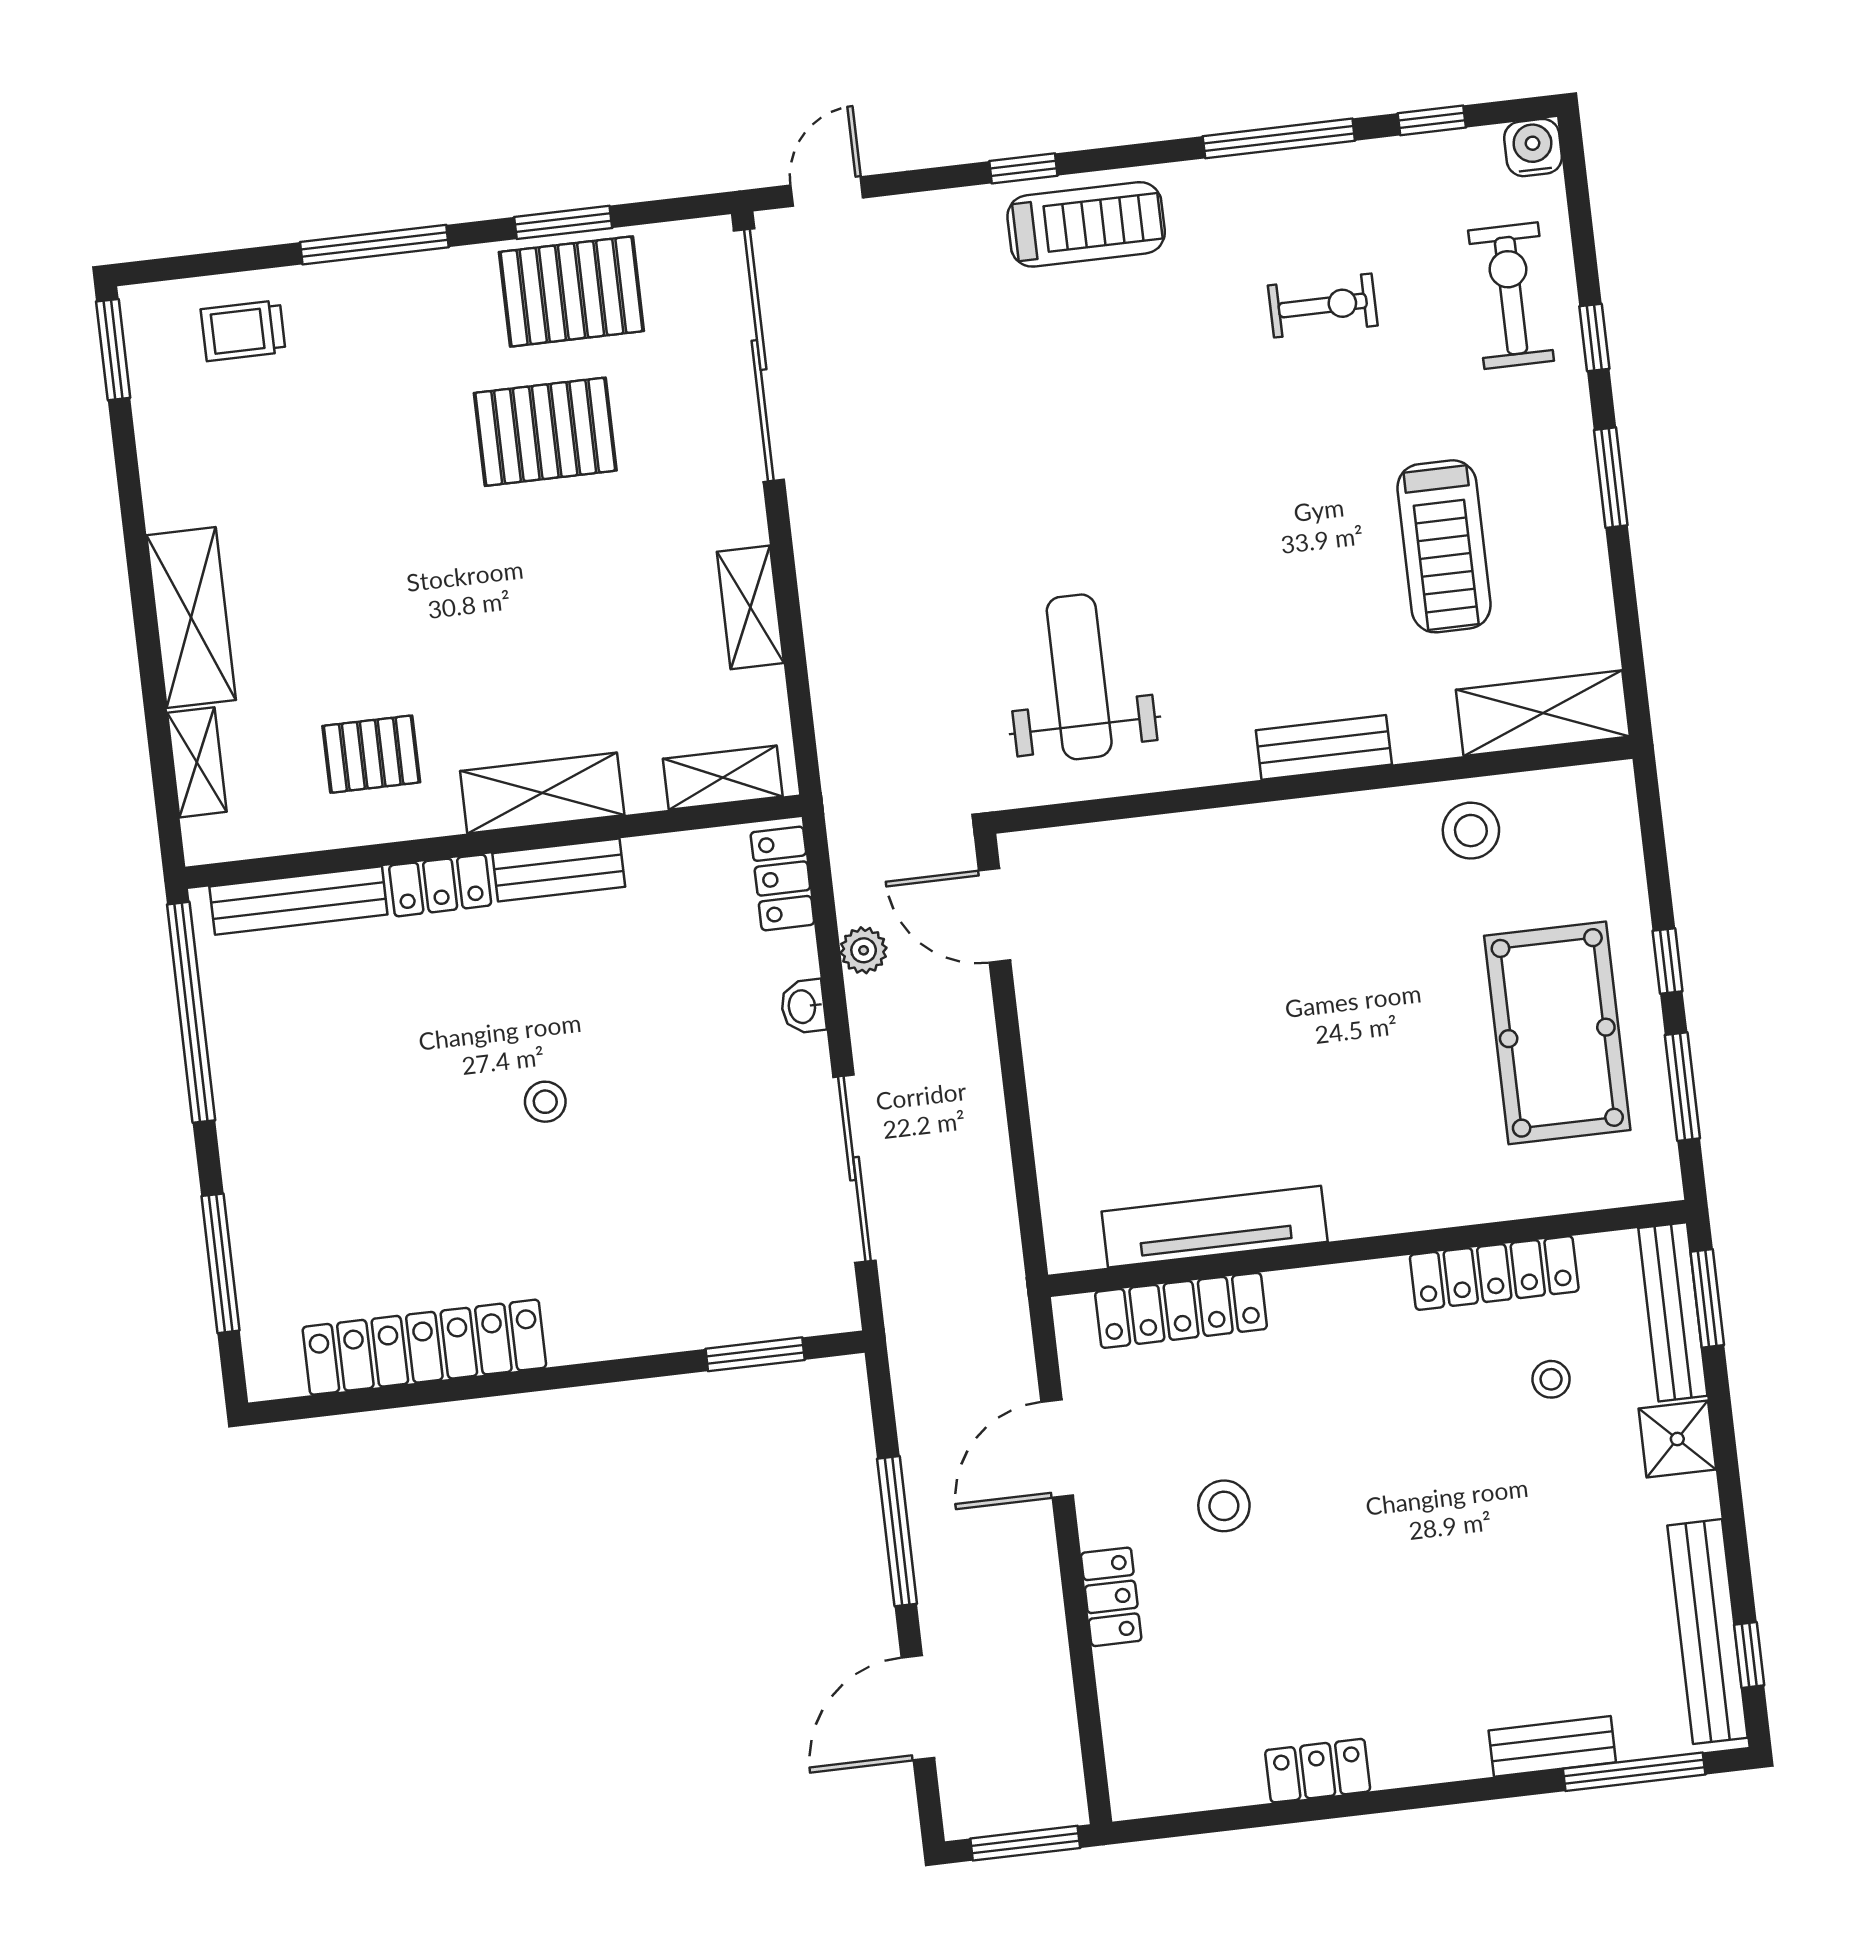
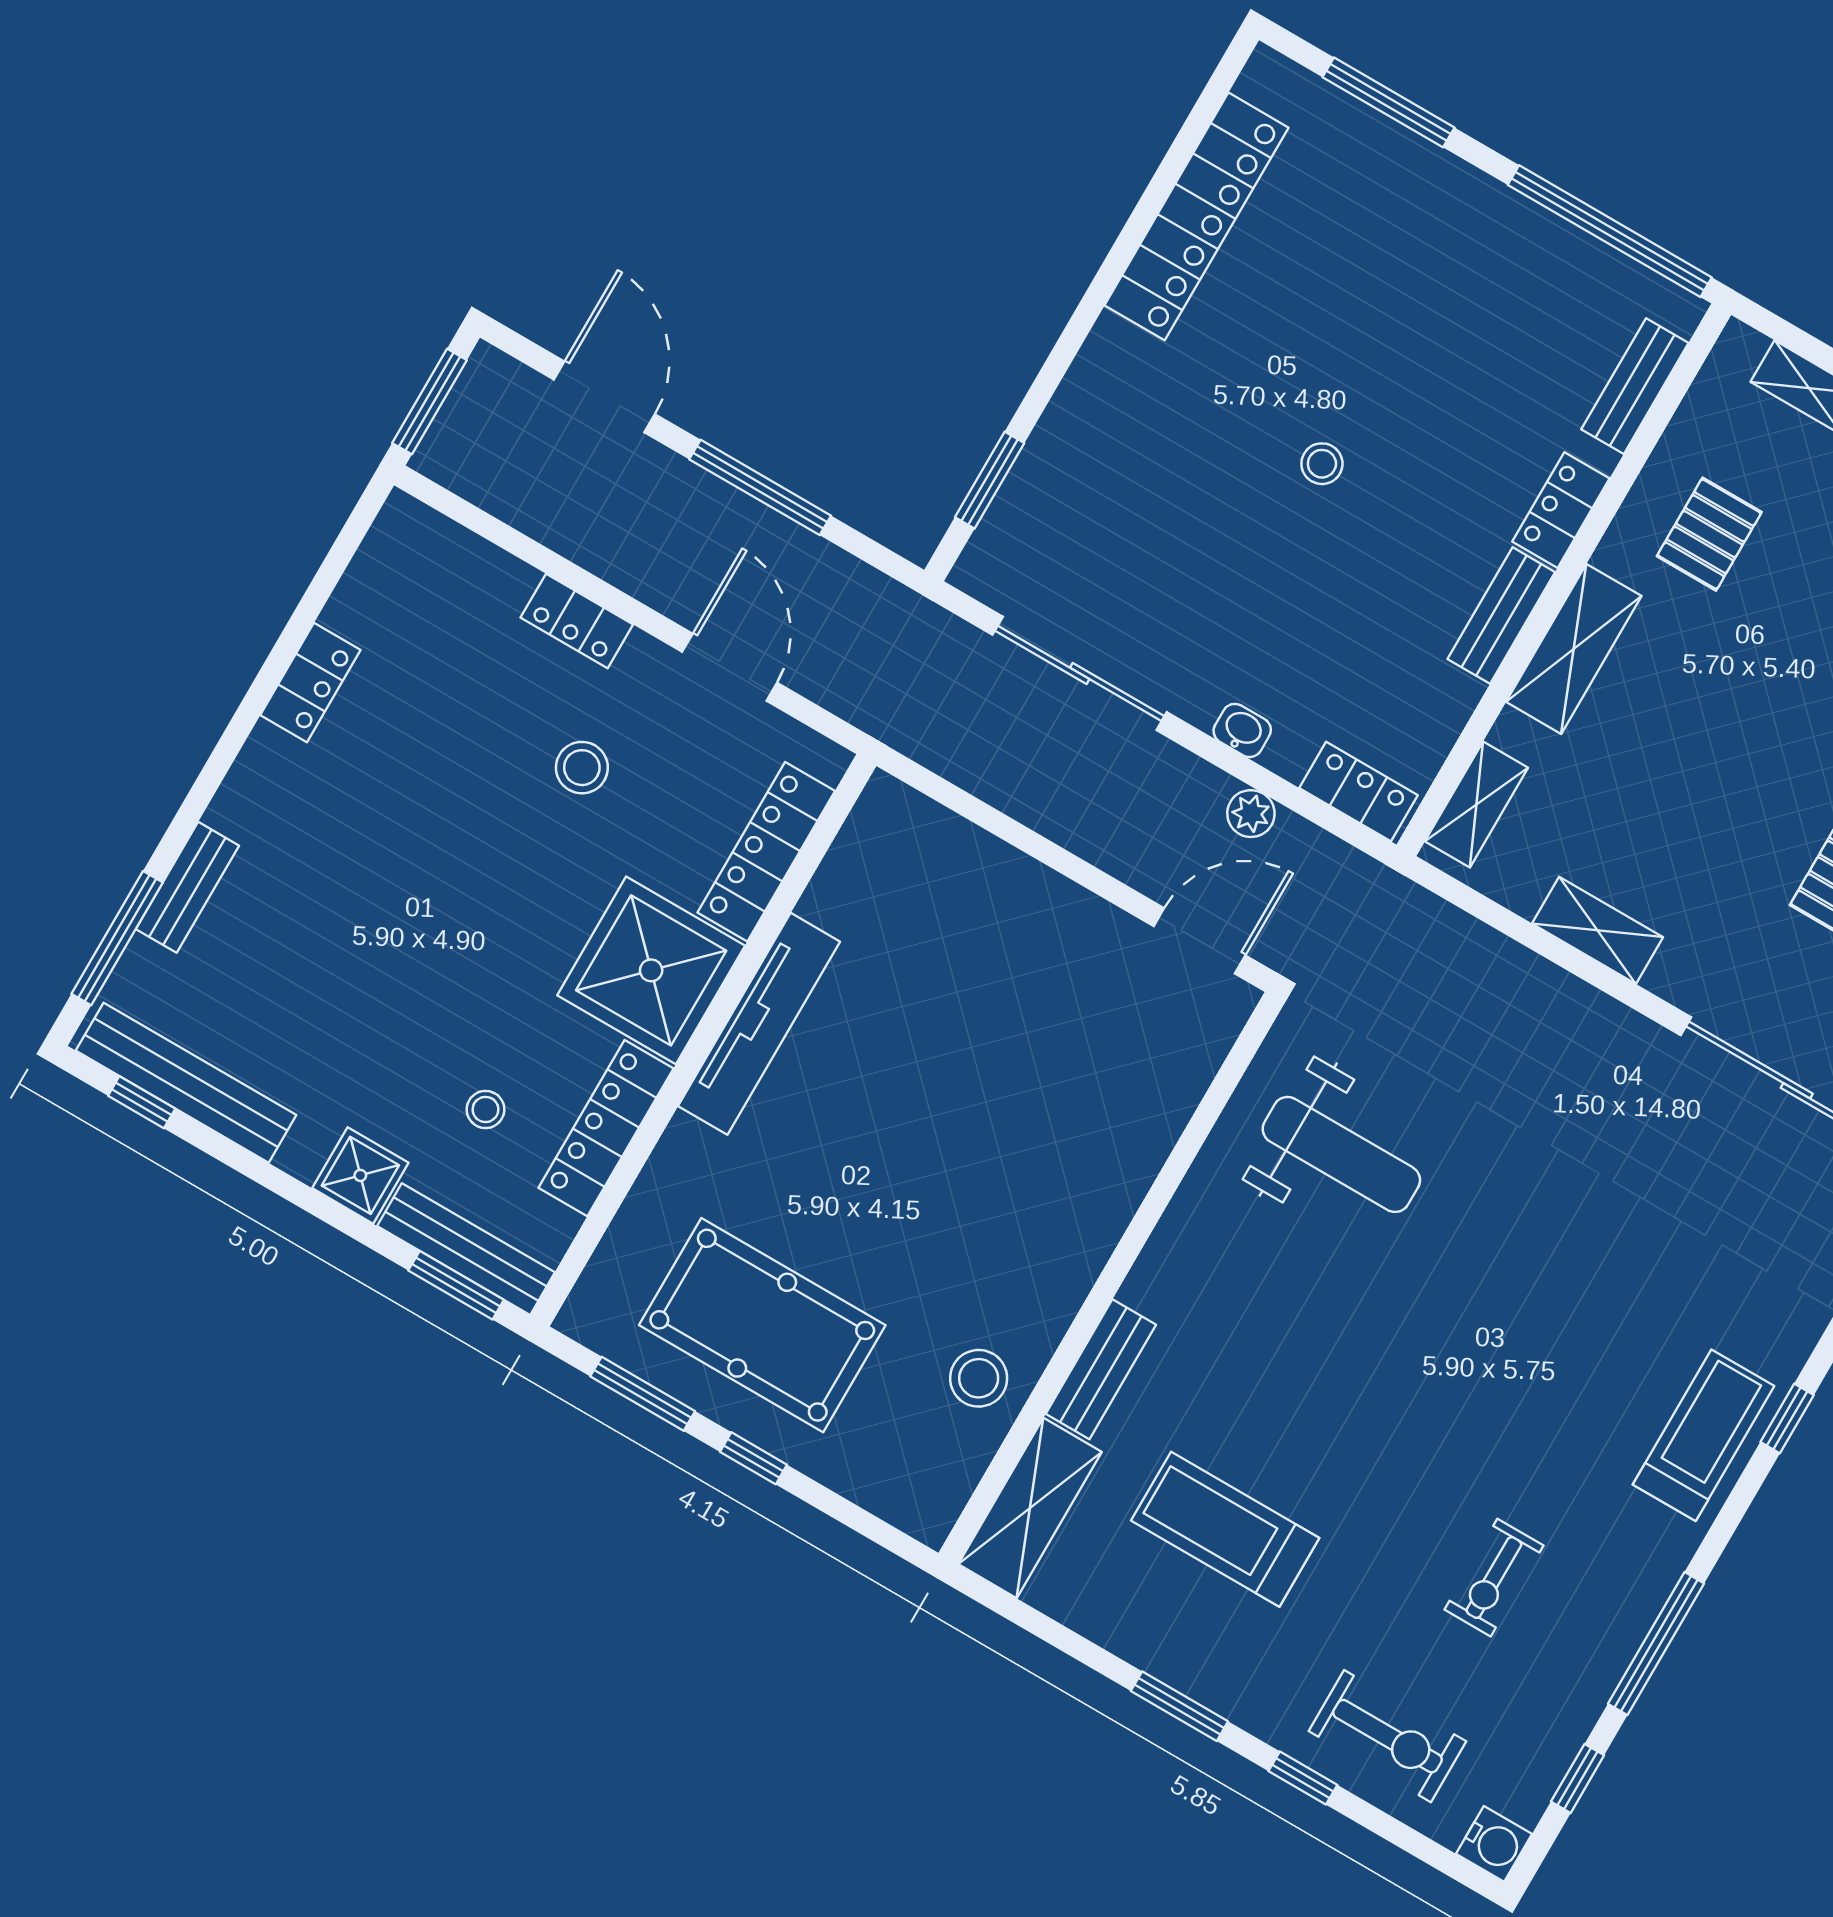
treadmill: (1086, 224) -> (1704, 1435), turned 180
bench: (1324, 747) -> (1101, 1369), moved
bench: (298, 901) -> (1635, 386), width x0.73
tv unit: (1215, 1227) -> (759, 1024), moved
shower: (1343, 1331) -> (651, 970), added

